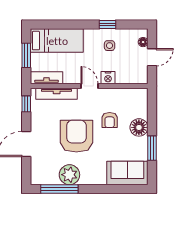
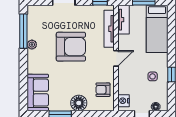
nightstand: (108, 78) -> (124, 101), moved
armchair: (110, 120) -> (103, 90), moved
plant: (69, 175) -> (32, 45), width x0.53, depth x0.53

